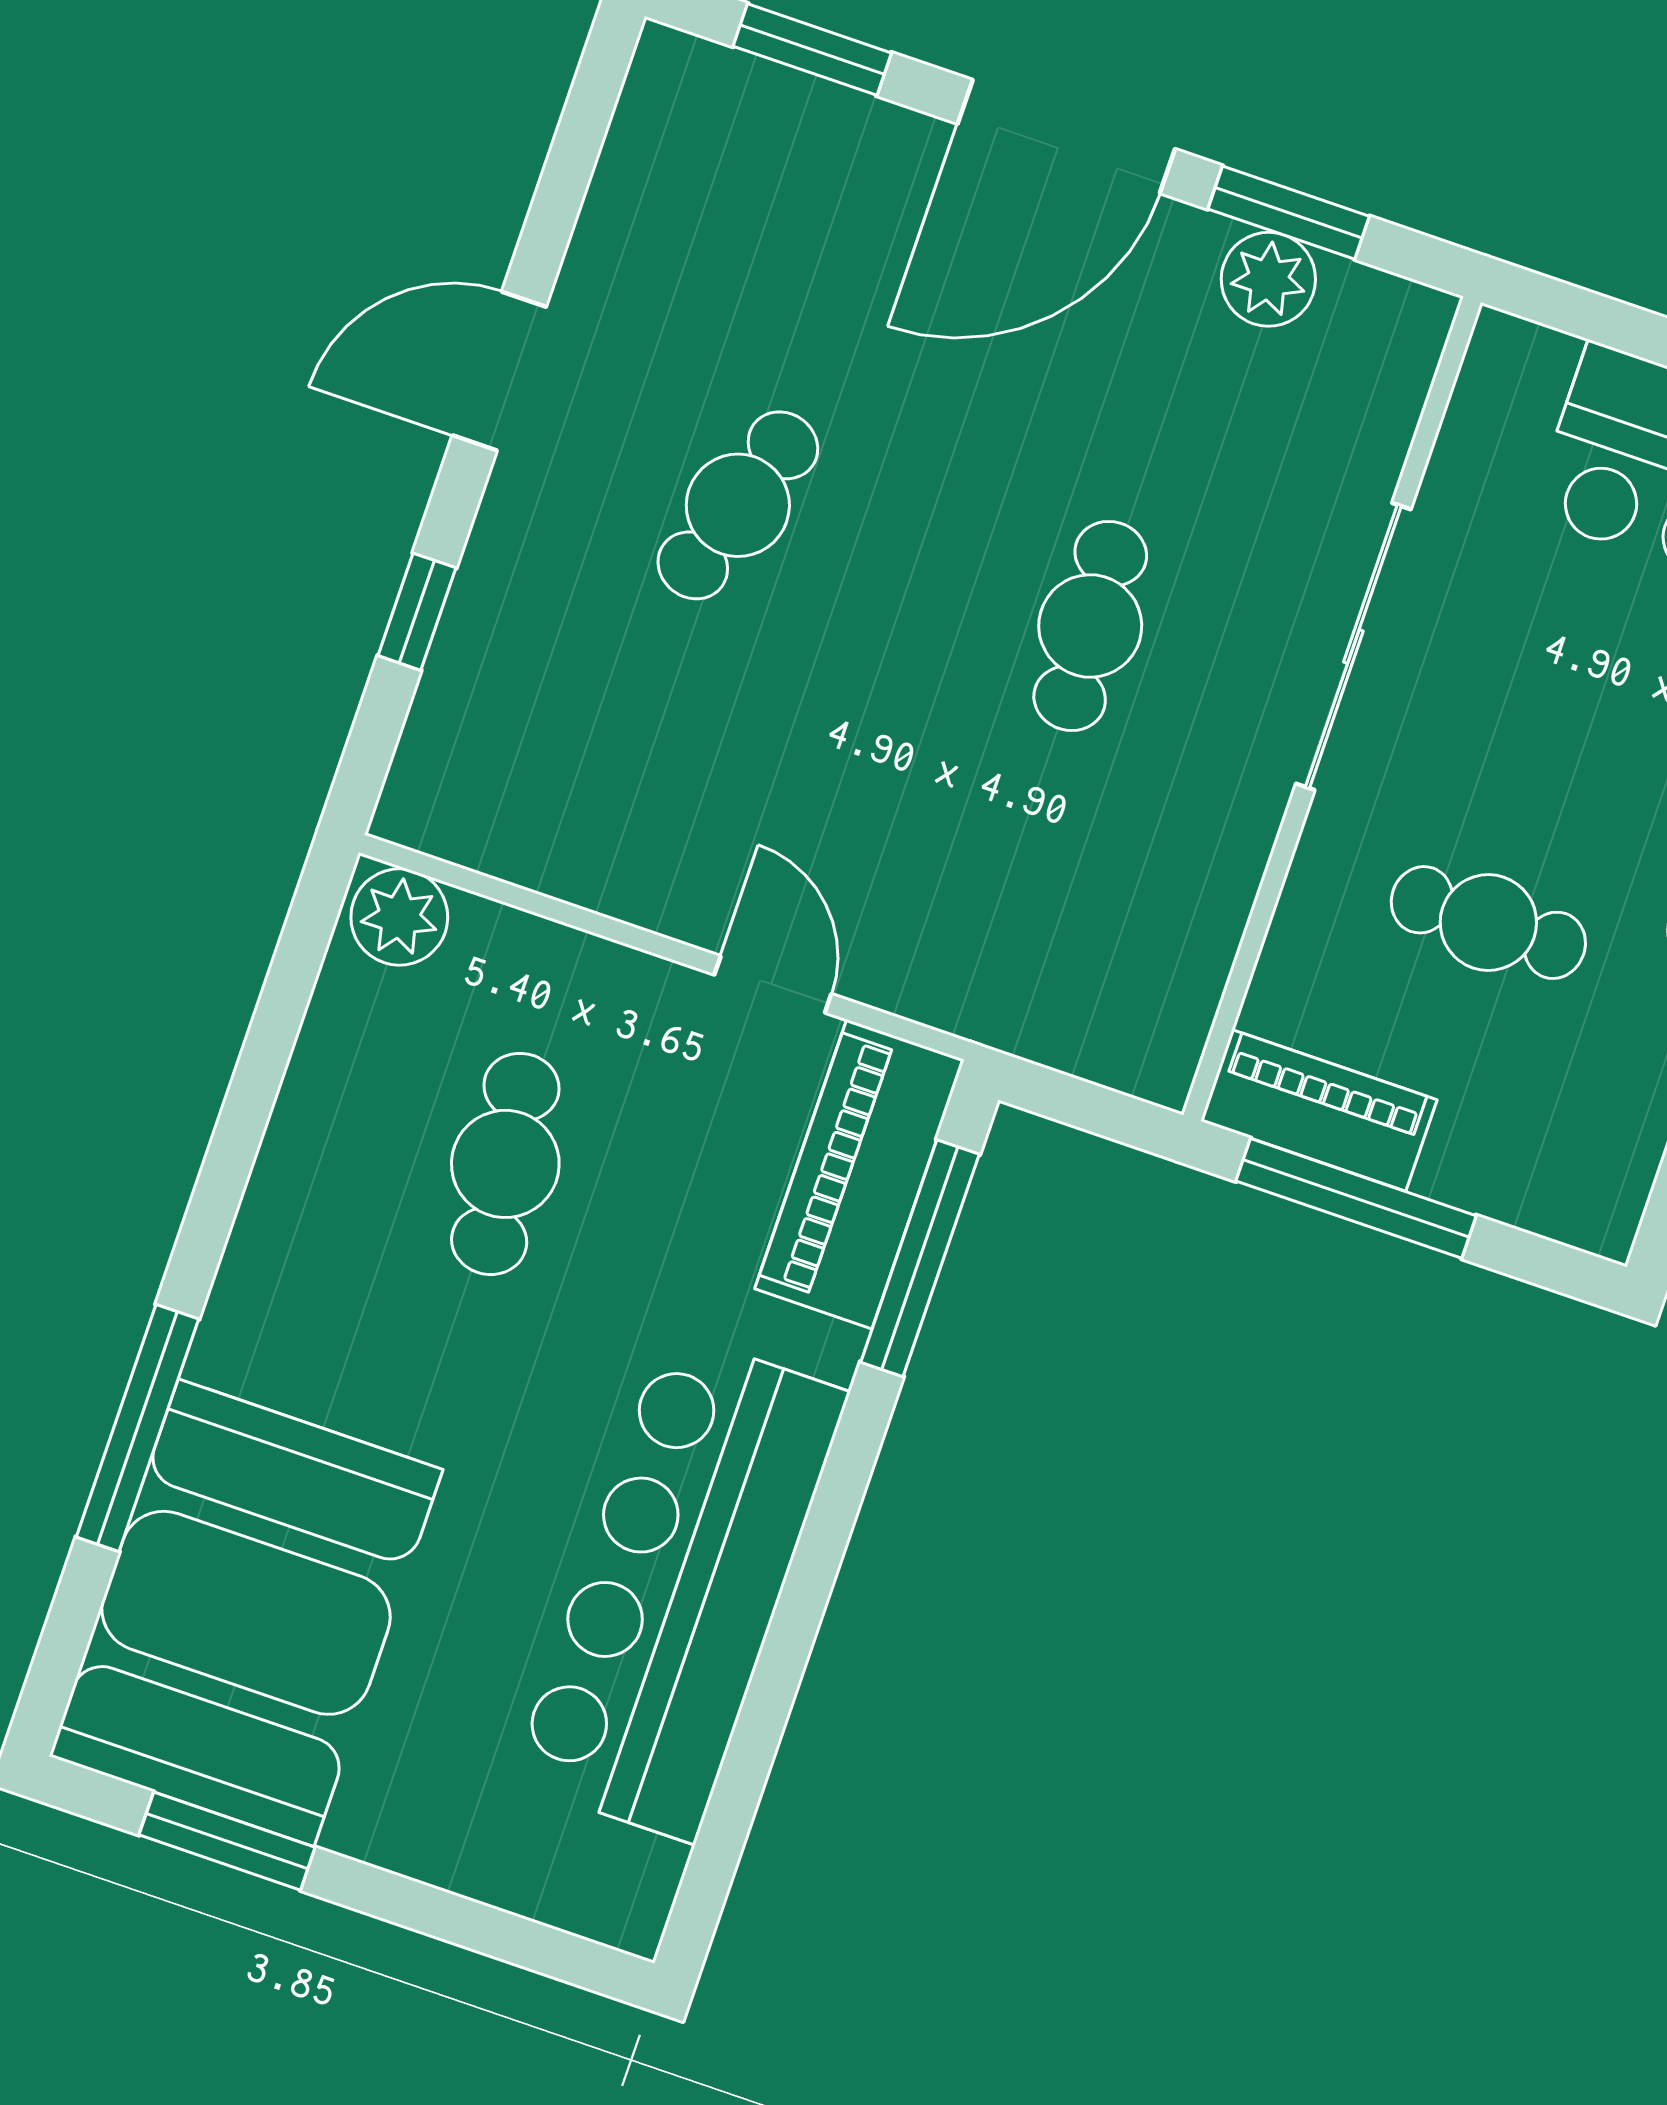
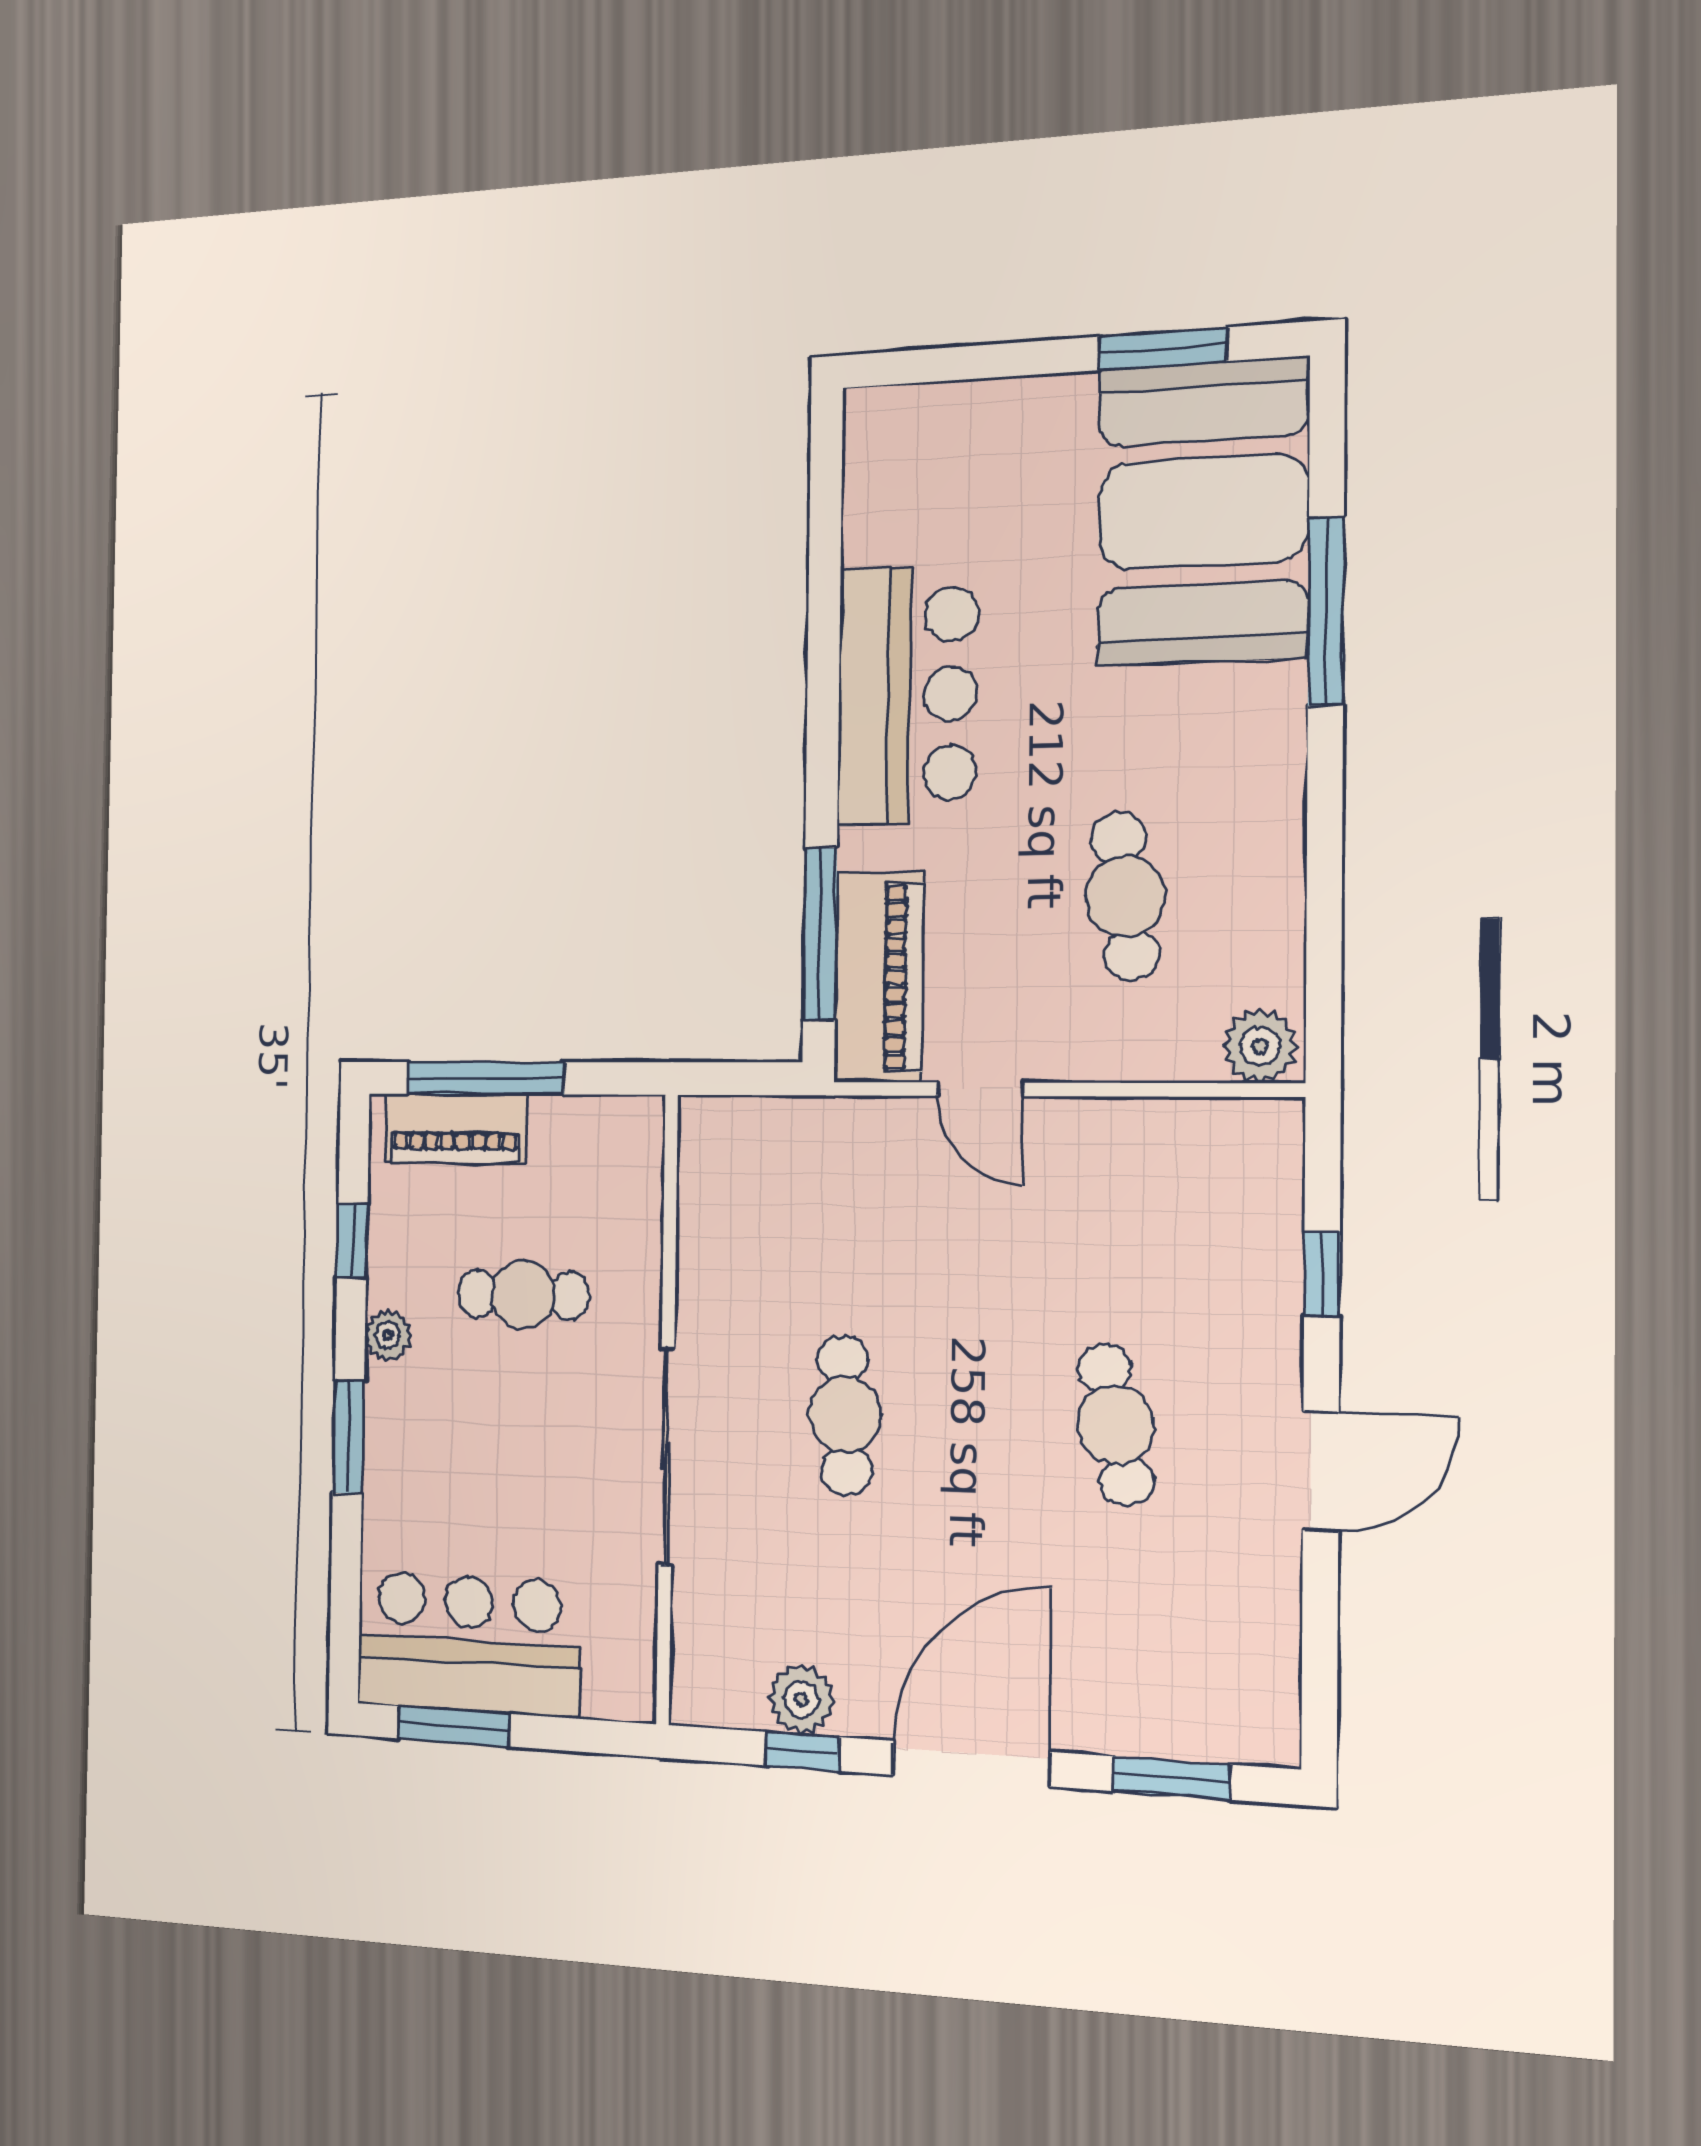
window: (1289, 213) -> (802, 1751), width x0.67
cafe table: (738, 505) -> (1116, 1425), turned -30
piano: (1319, 1110) -> (455, 1128), moved
window: (1356, 1198) -> (485, 1078), moved
bar counter: (680, 1587) -> (908, 695), width x0.73

